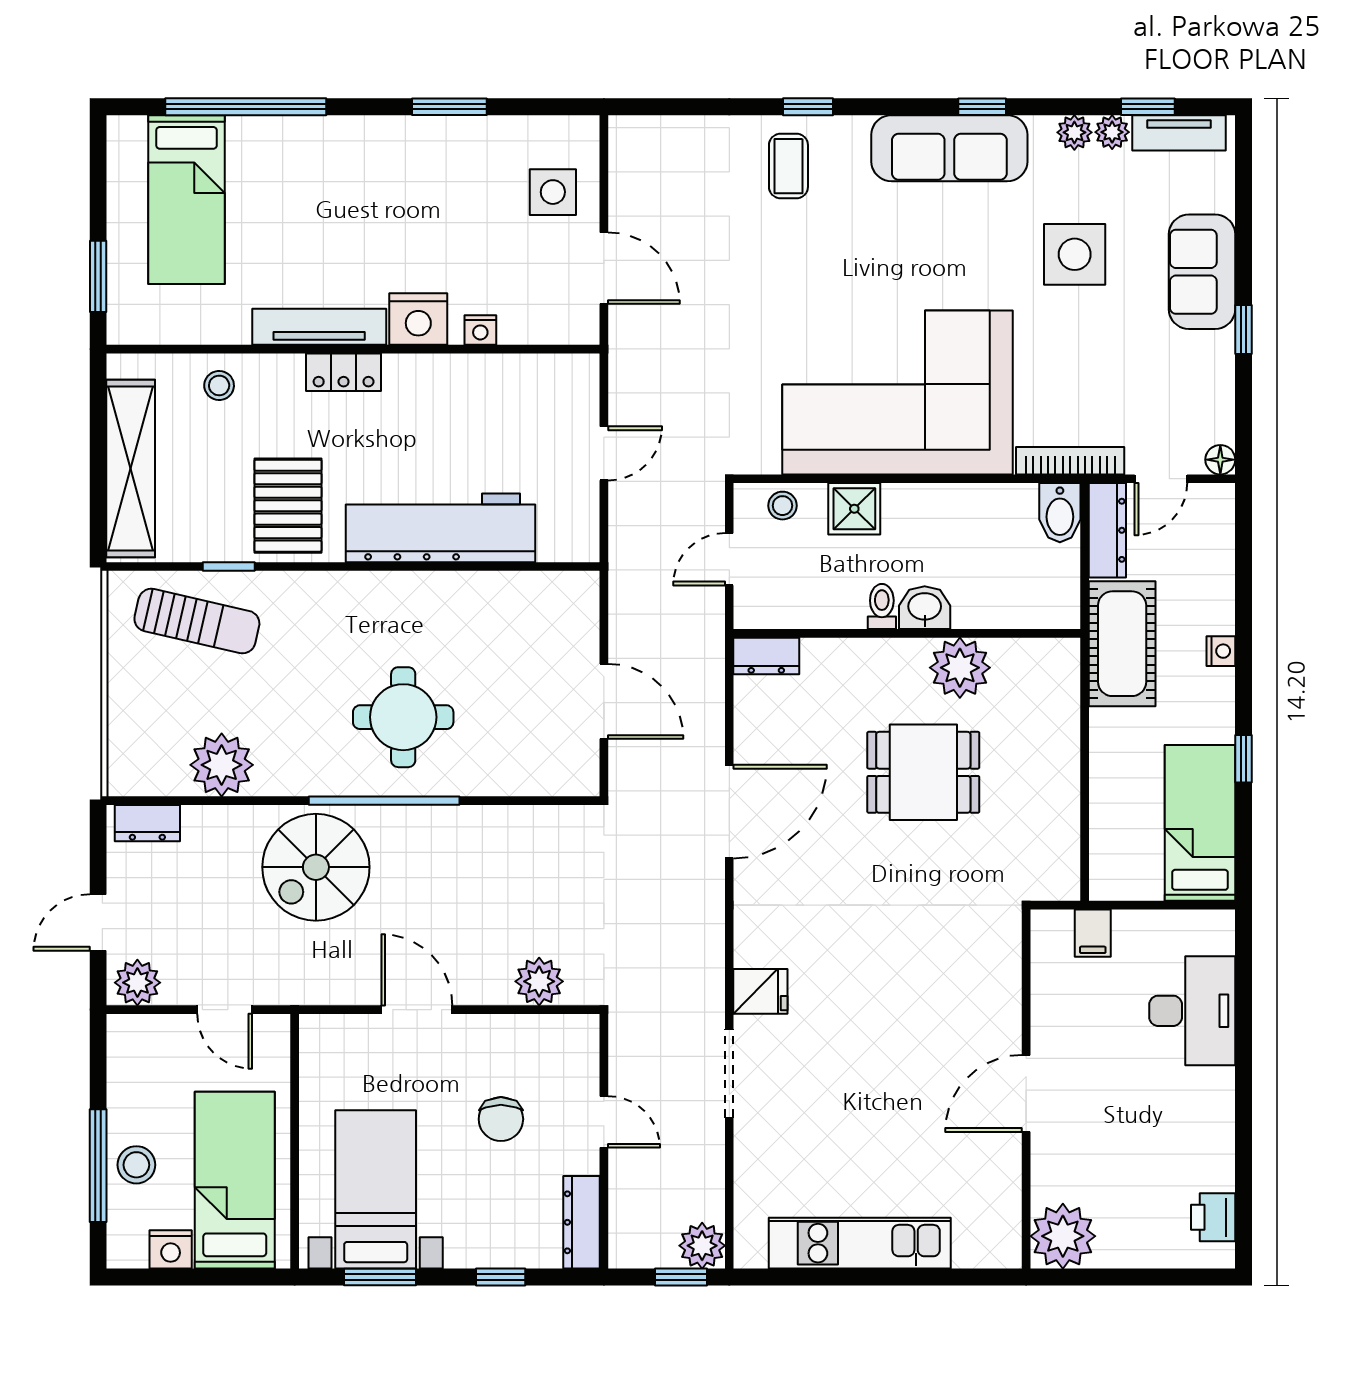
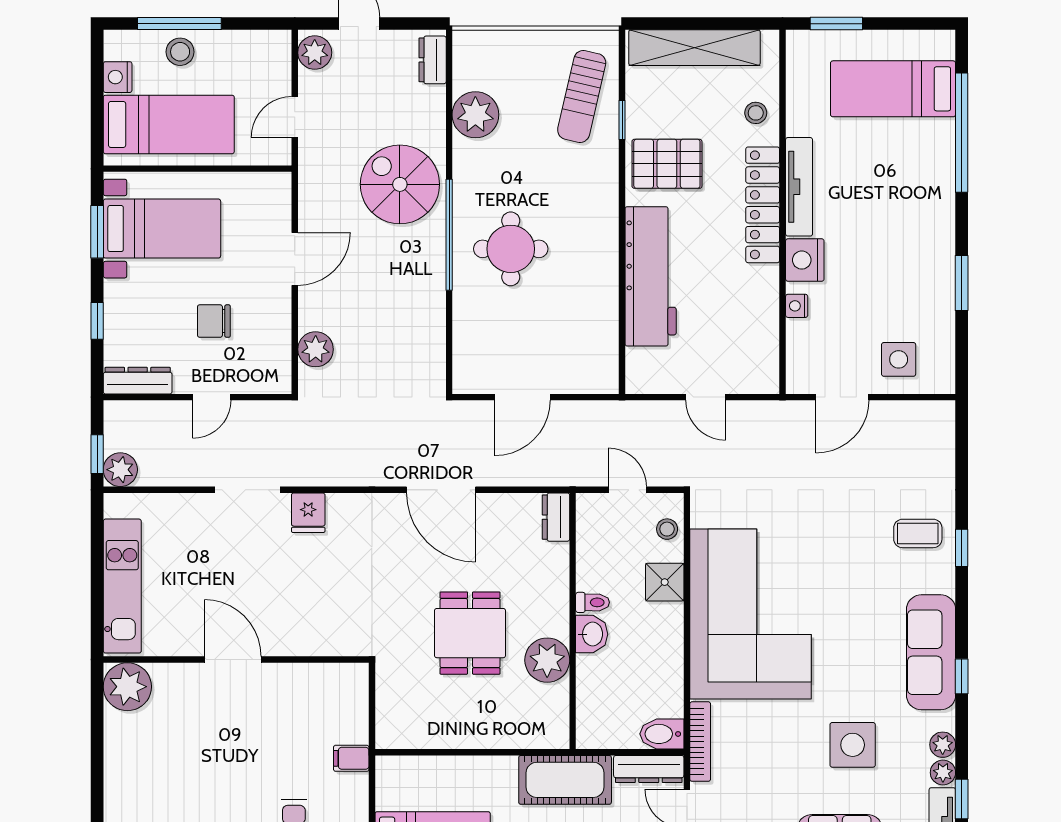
locker: (344, 372) -> (763, 205), width x2.16, depth x1.21
wall: (1026, 1089) -> (236, 660), moved
door: (1026, 1093) -> (233, 660), moved
plant: (1063, 1236) -> (127, 687), moved

